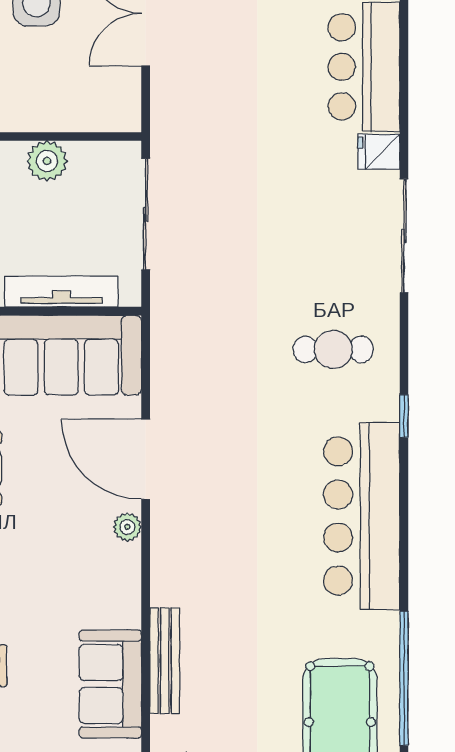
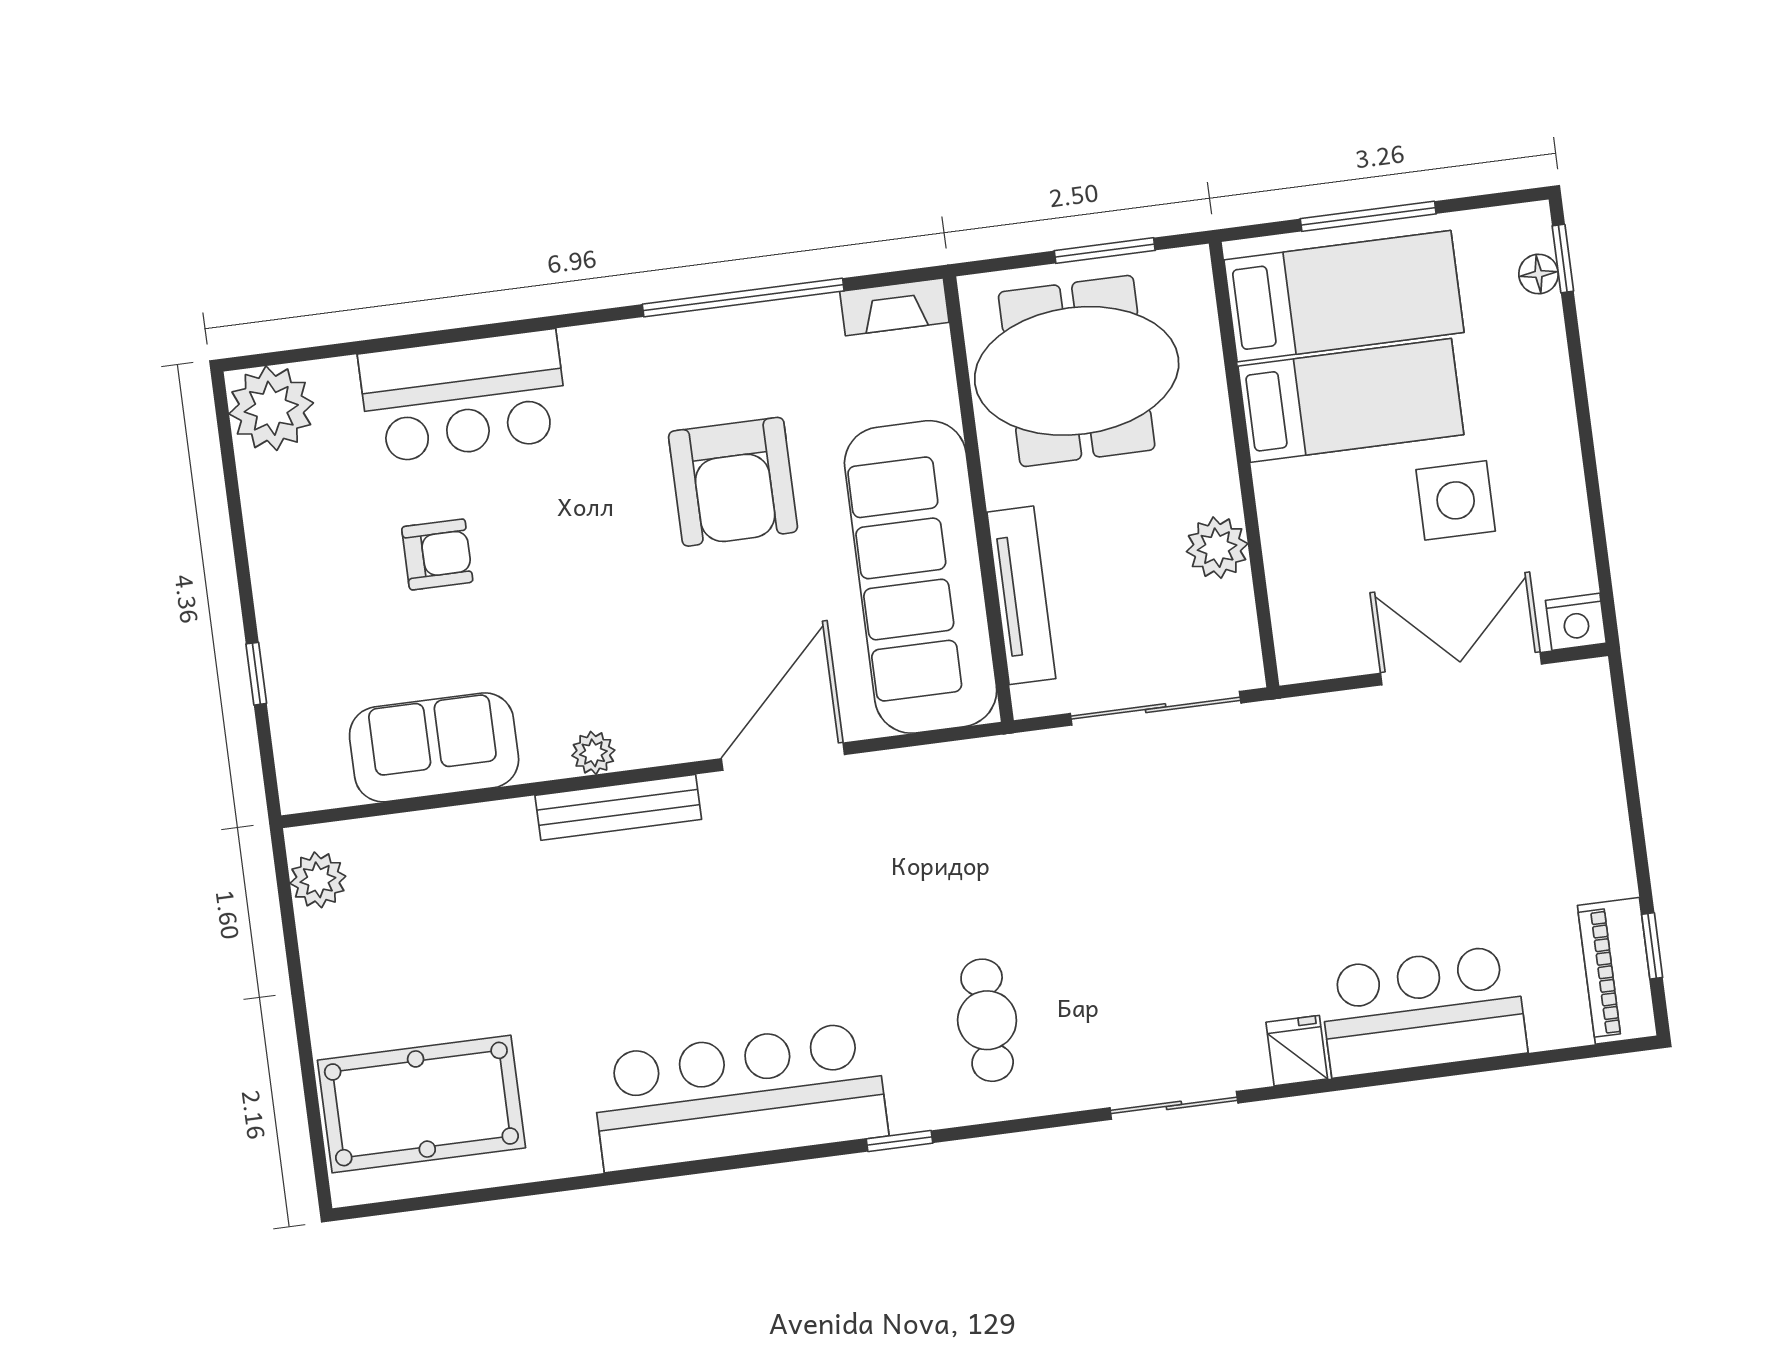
sliding door: (404, 236) -> (1174, 1105), width x0.73
plant: (127, 527) -> (593, 753), moved
bench: (165, 661) -> (618, 807), moved
window: (404, 678) -> (501, 1193), removed

